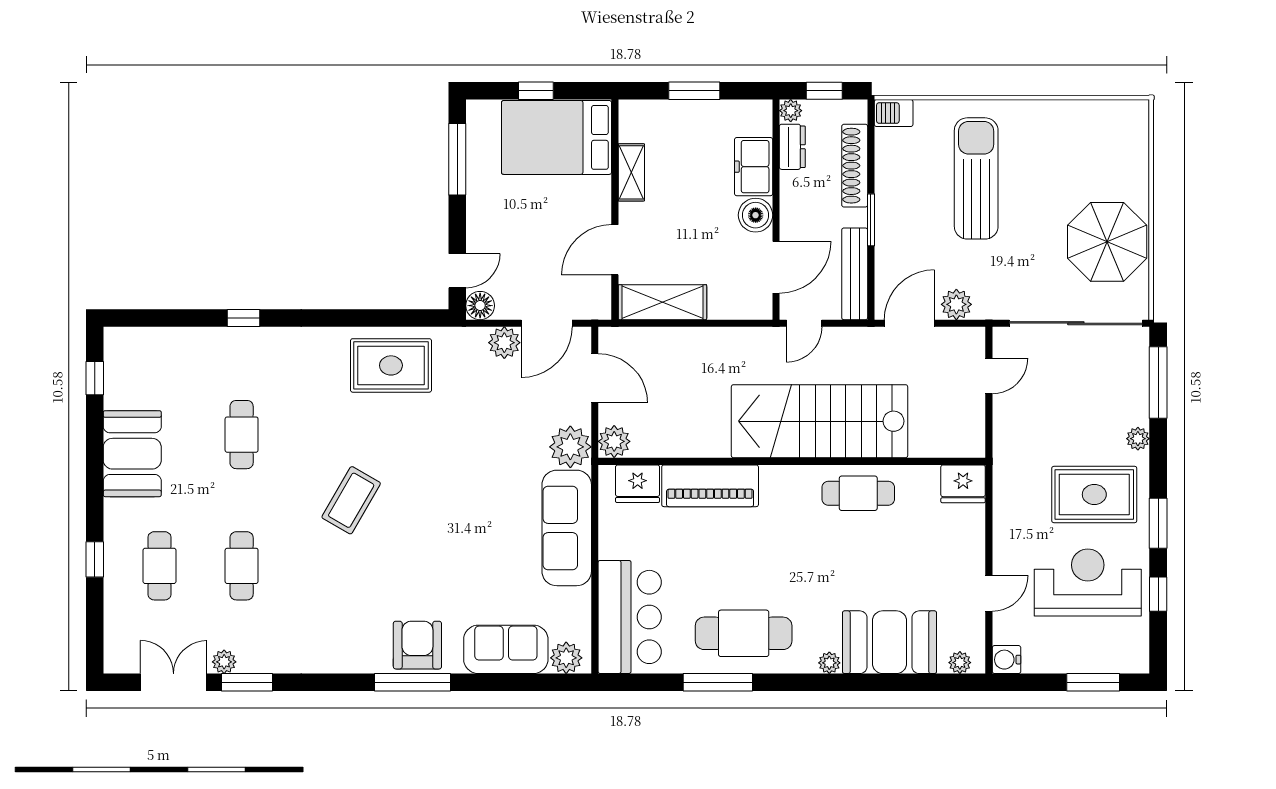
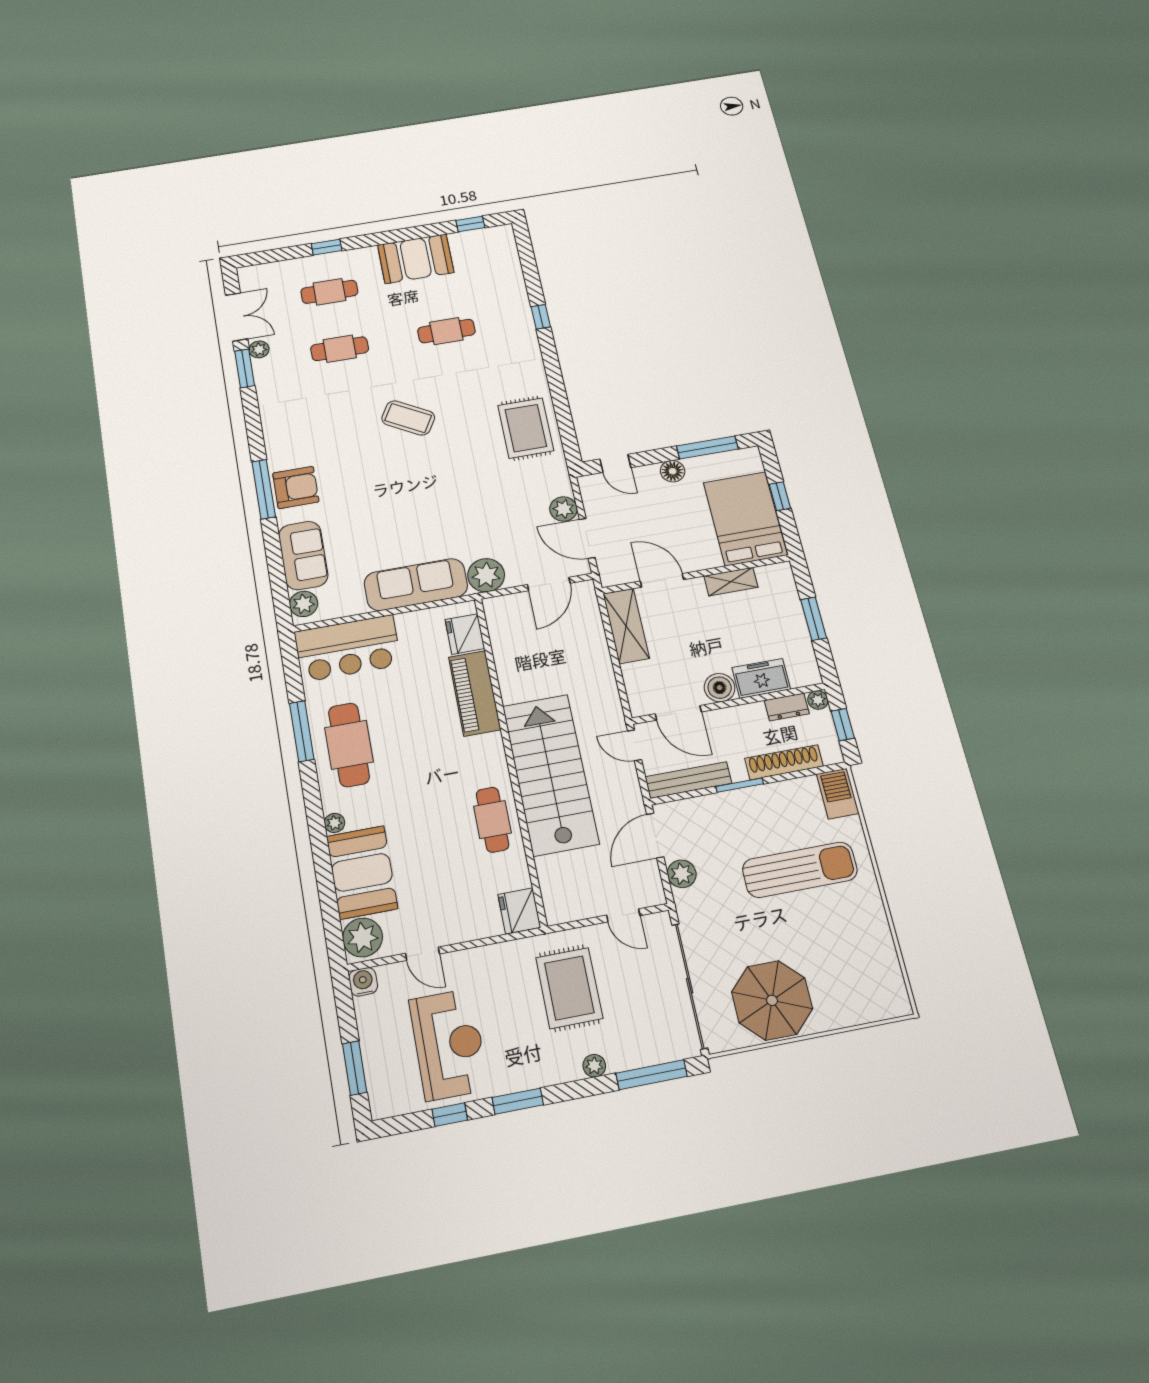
barbecue: (894, 113) -> (838, 794), width x1.38, depth x1.27
floor lamp: (480, 306) -> (673, 471), moved
door: (909, 323) -> (655, 836), swing flipped
plant: (614, 441) -> (498, 609), removed
rug: (1094, 494) -> (569, 988), moved
plant: (960, 663) -> (363, 938), width x1.87, depth x1.87

